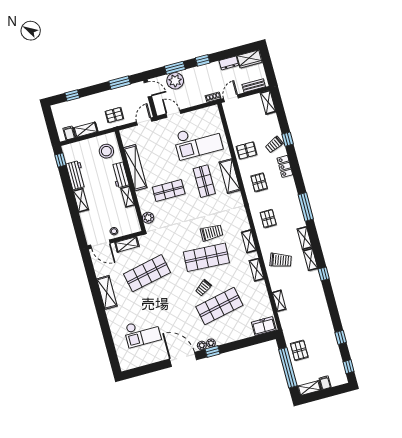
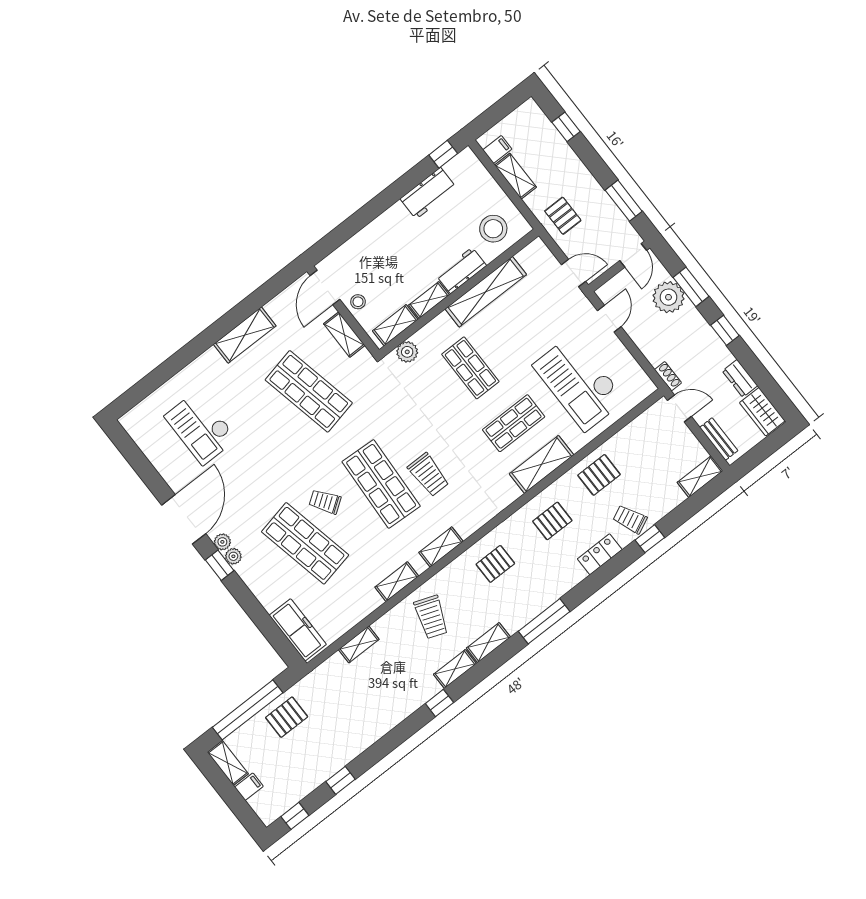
pallet: (246, 151) -> (599, 475), turned 90
shelving: (81, 200) -> (395, 325), moved
freezer: (264, 326) -> (298, 630), width x1.40

